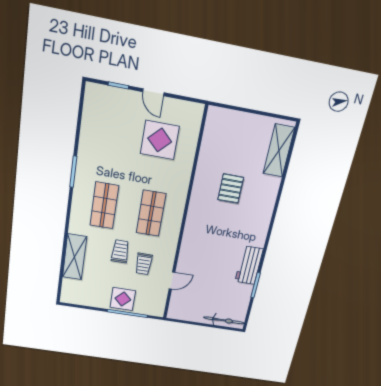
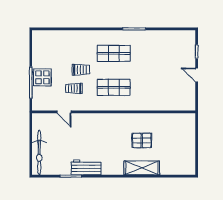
door: (153, 92) -> (197, 75), hinge flipped
display table: (160, 140) -> (166, 85), removed
shelving: (279, 151) -> (142, 168), moved
shelving: (75, 257) -> (71, 37), removed
bicycle: (224, 320) -> (39, 152), width x1.37, depth x1.40

